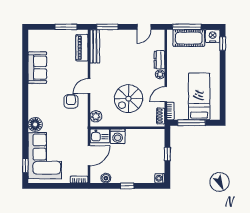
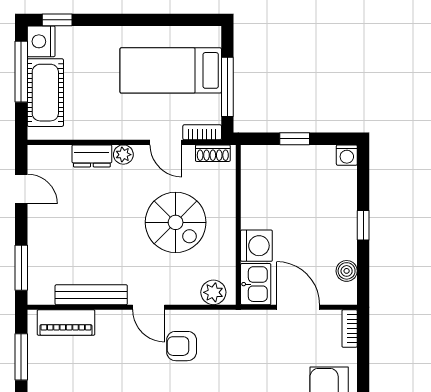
window: (187, 27) -> (21, 72), moved
bench: (95, 46) -> (91, 295), moved

